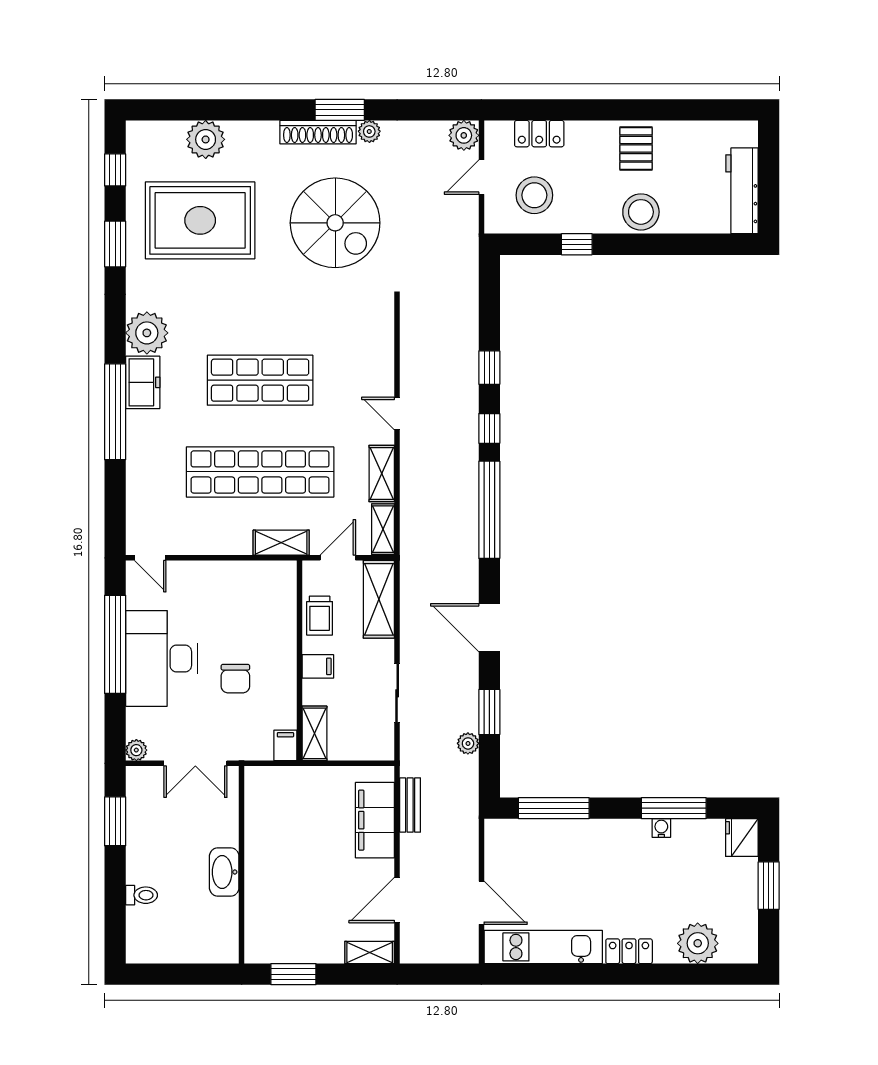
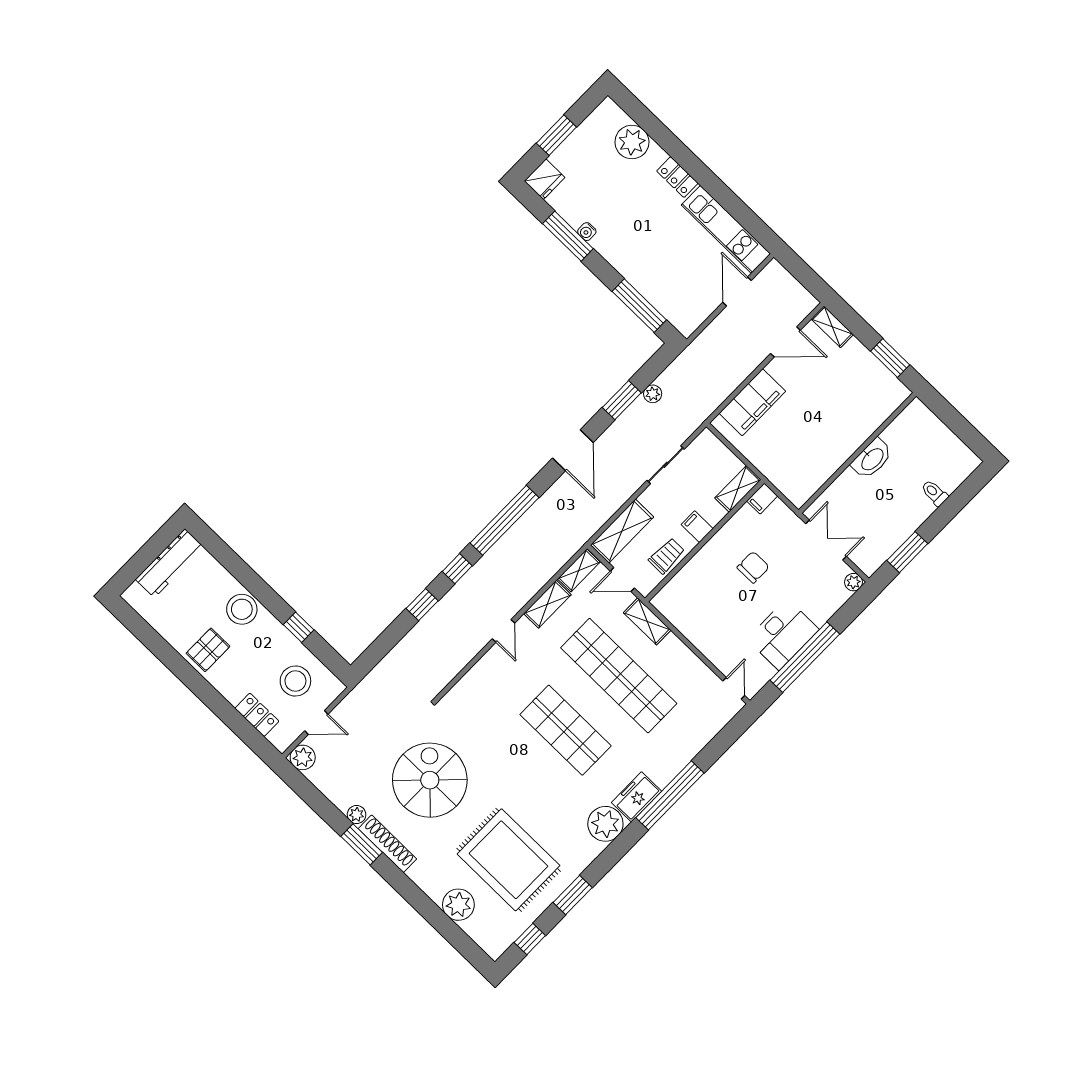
desk: (161, 658) -> (783, 634), width x0.73, depth x0.77
bench: (410, 805) -> (723, 391), removed

